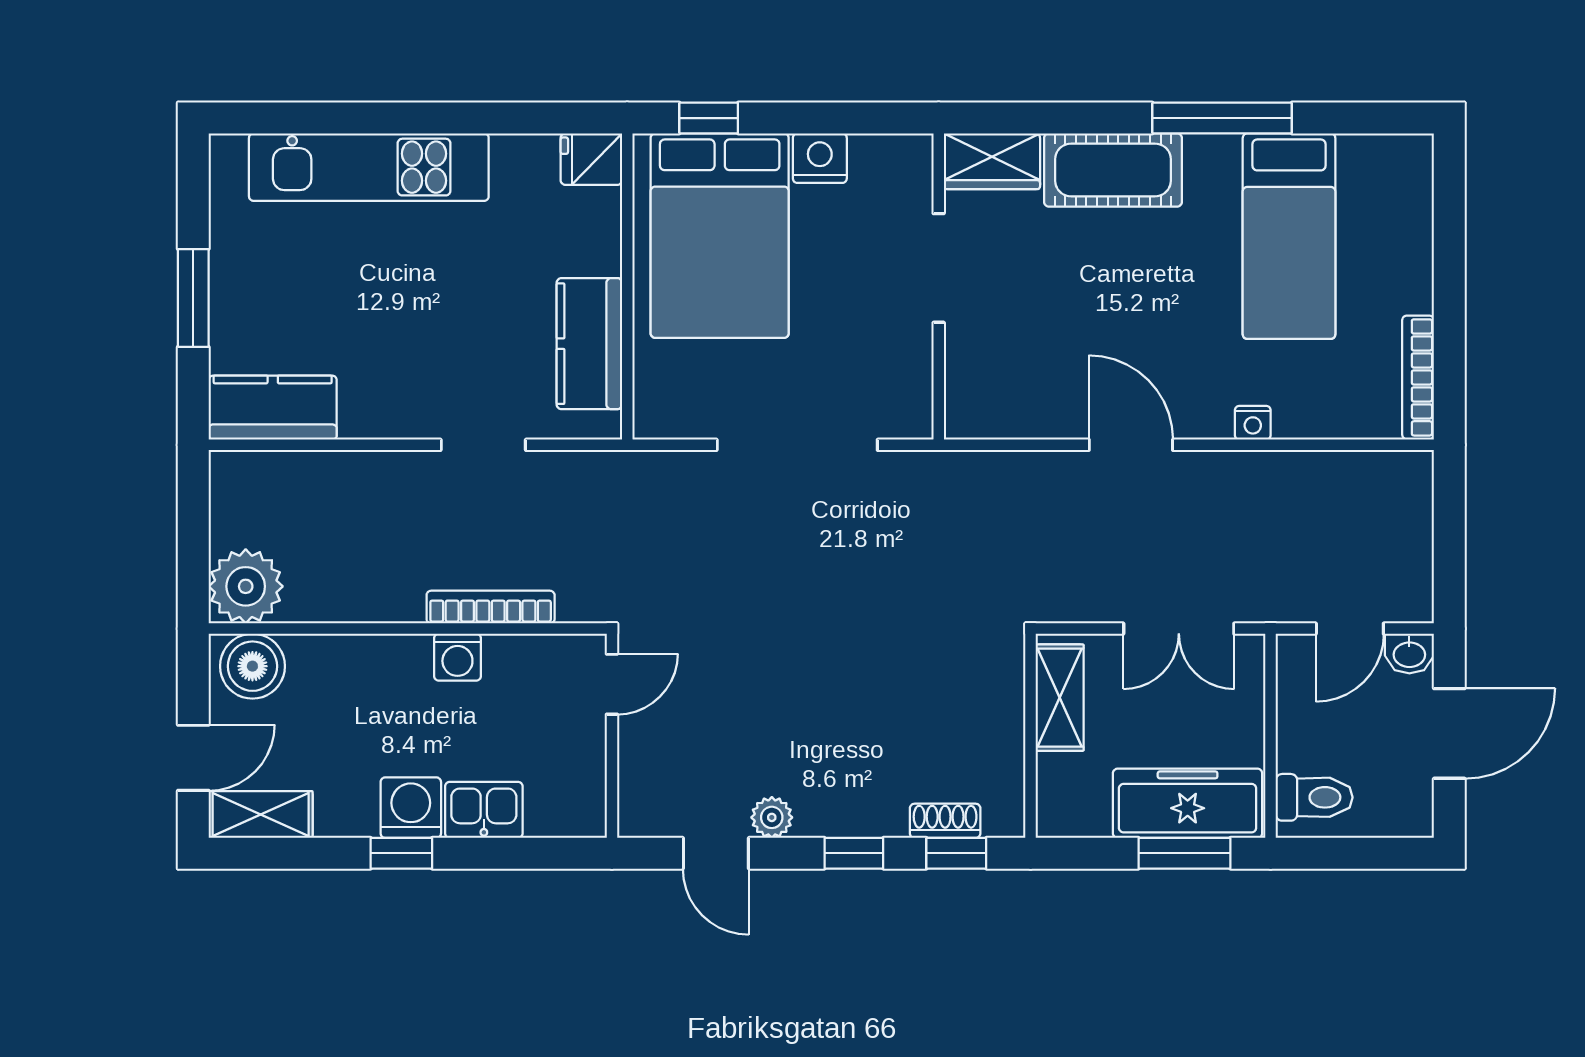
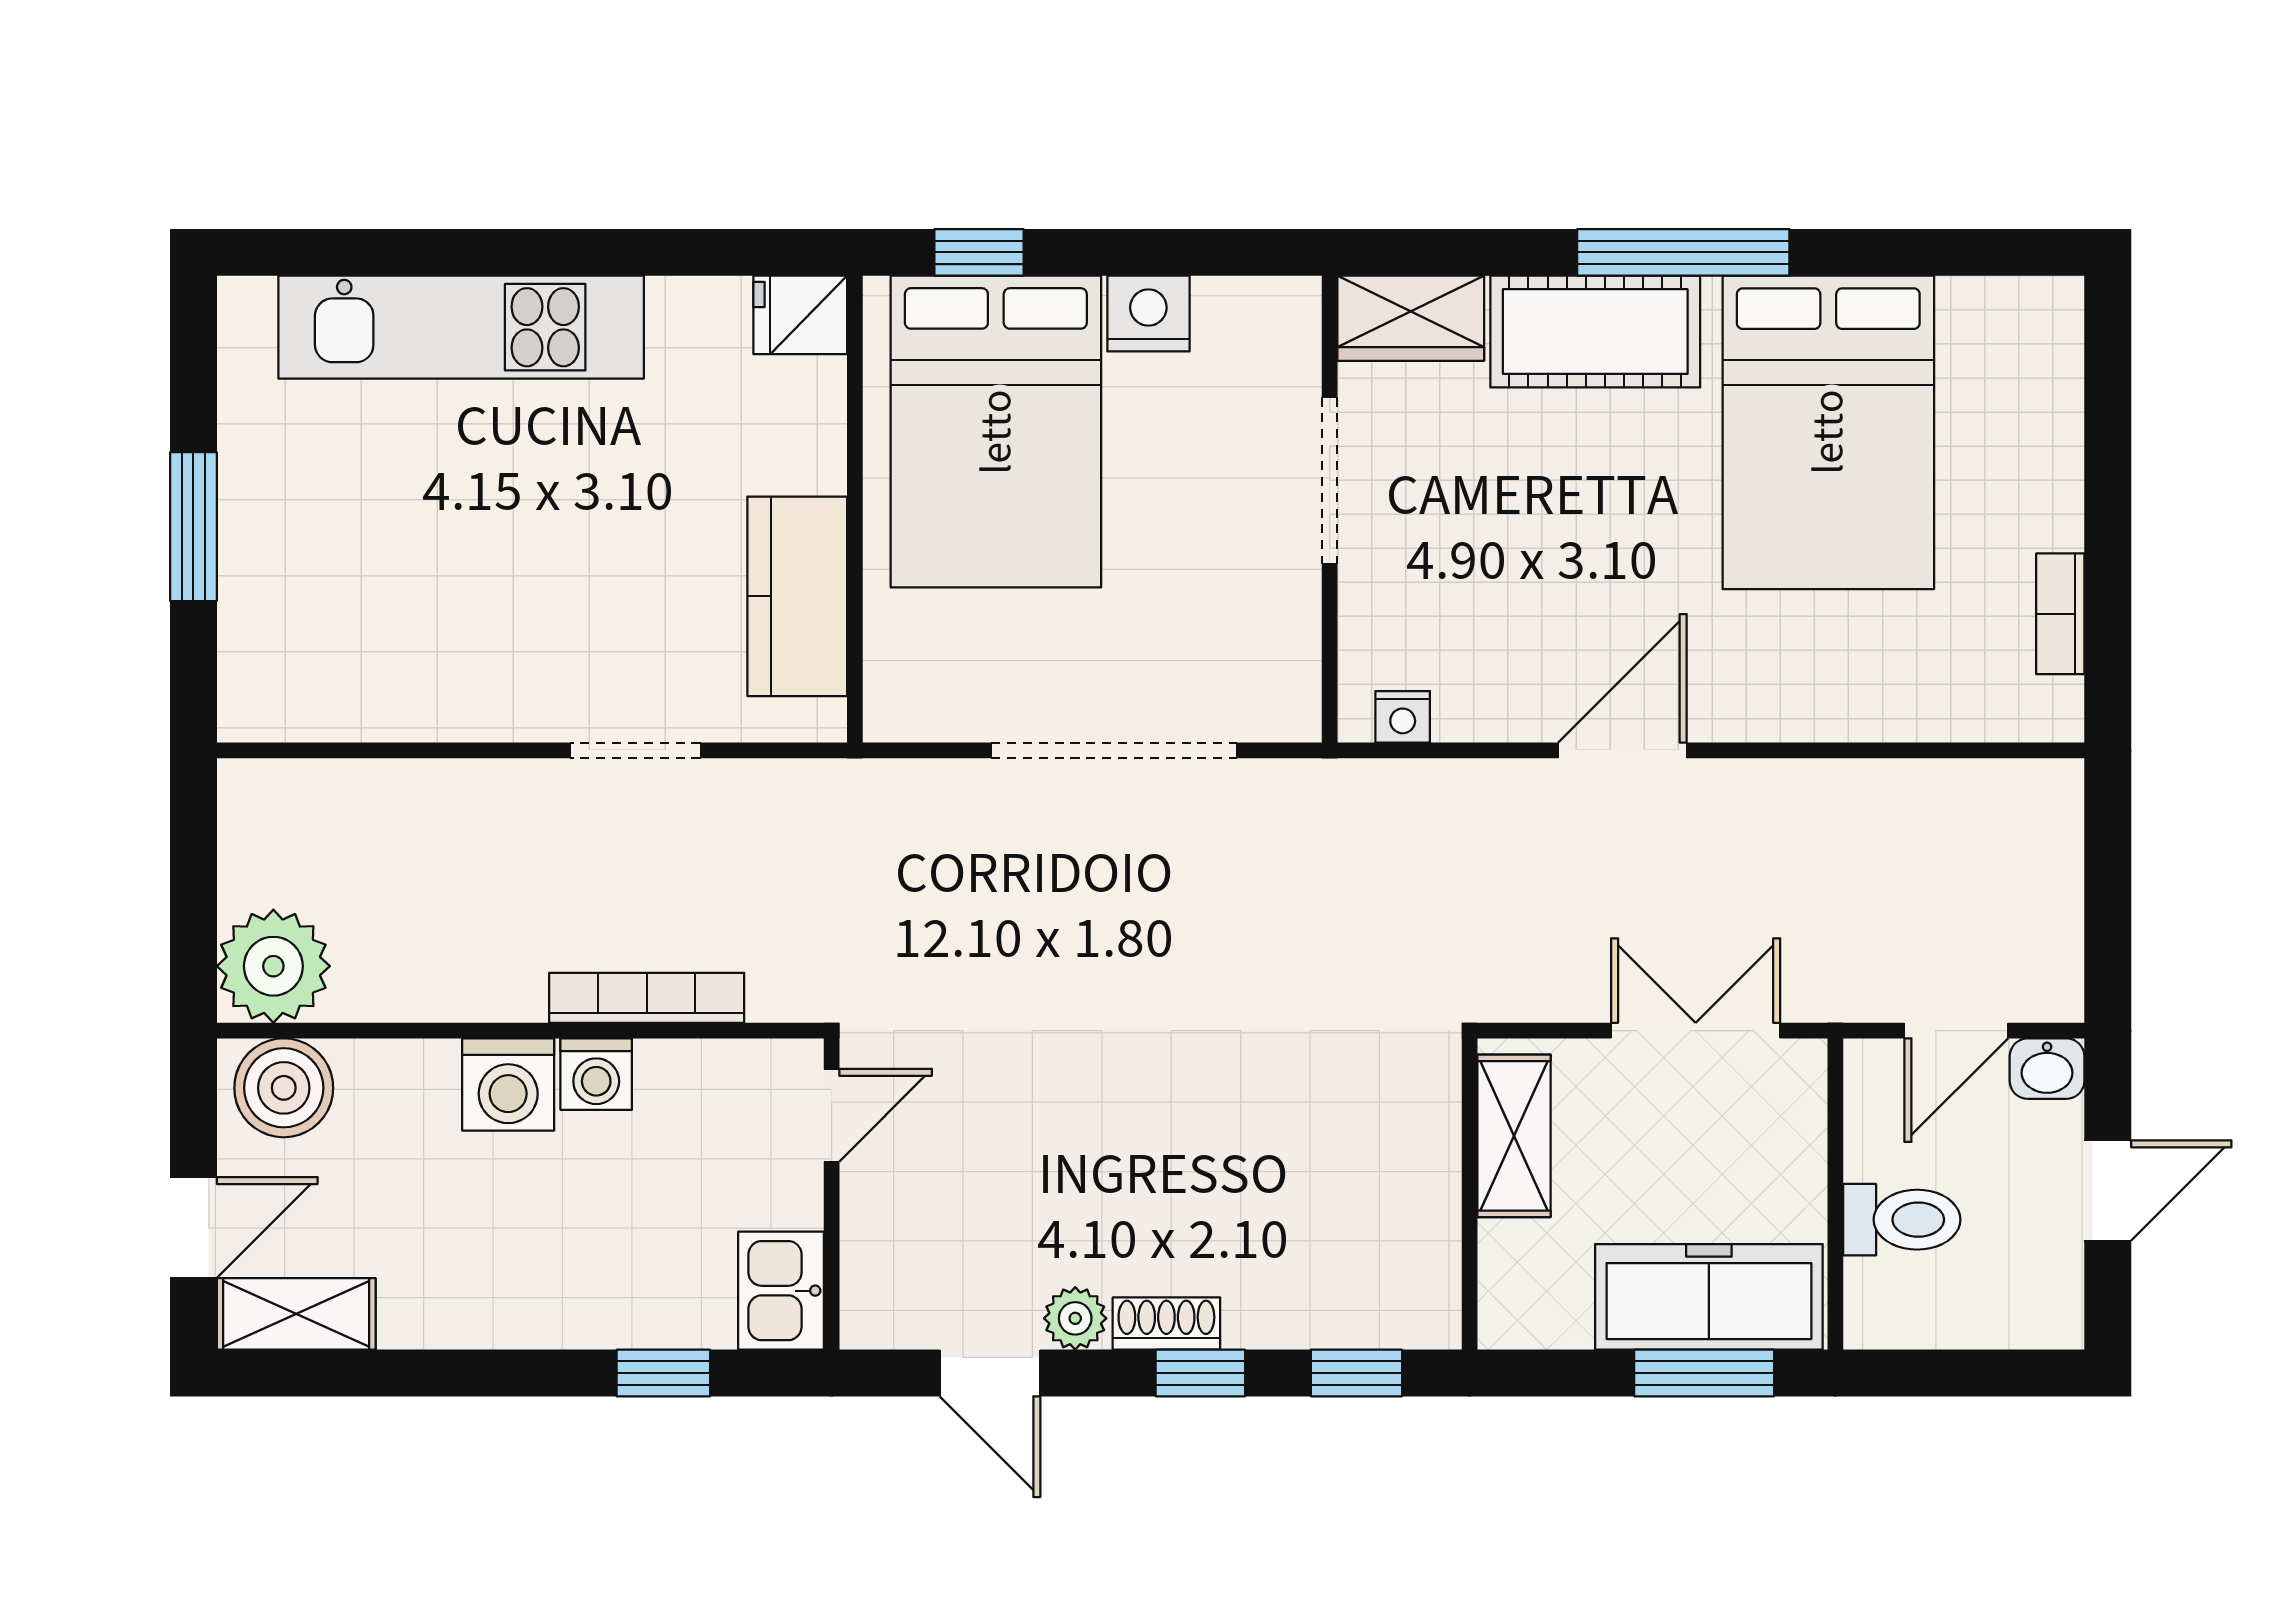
window: (1222, 118) -> (1683, 252), moved
bed: (1289, 236) -> (1828, 432), width x1.50
bookcase: (1418, 377) -> (2060, 614), width x0.64
kitchen counter: (273, 408) -> (314, 694), removed
nightstand: (1253, 423) -> (1403, 717), moved
door: (1131, 445) -> (1622, 750), hinge flipped
double door: (1179, 629) -> (1696, 1031), swing flipped
door: (1449, 733) -> (2108, 1190), width x0.73
toilet: (1314, 797) -> (1902, 1220), moved
washing machine: (411, 808) -> (508, 1084), moved, turned 180
kitchen sink: (484, 810) -> (781, 1291), moved, turned -90
shoe rack: (945, 821) -> (1166, 1324), moved
window: (401, 853) -> (663, 1373), moved

